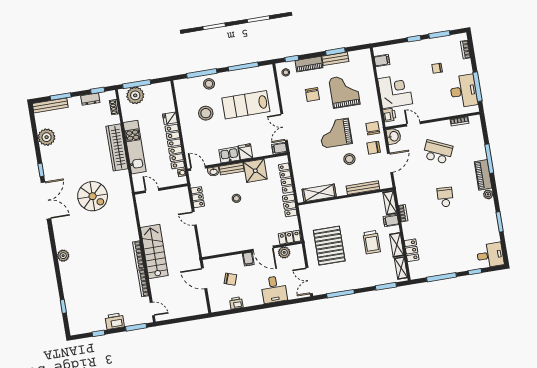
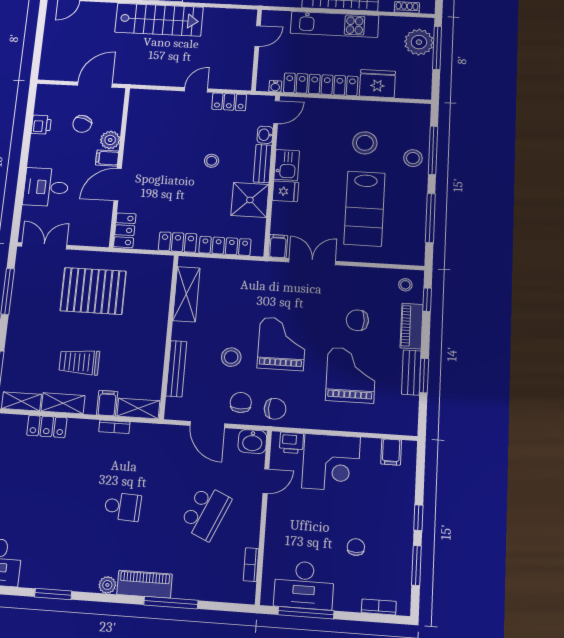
grand piano: (344, 91) -> (351, 375), turned -90
lab bench: (246, 105) -> (364, 209), turned 180
fridge: (170, 118) -> (377, 84), width x1.88, depth x1.34
plant: (284, 252) -> (110, 140), moved

